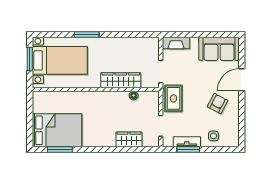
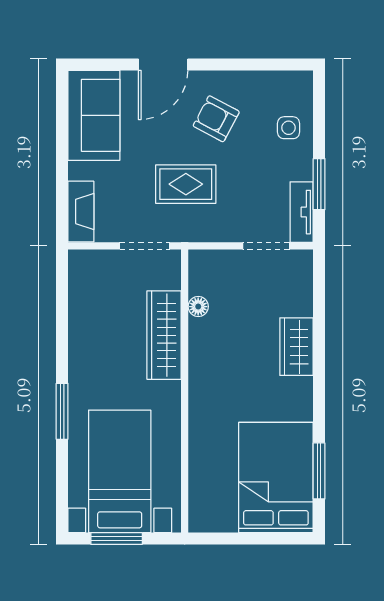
door: (242, 80) -> (163, 64), hinge flipped
rug: (174, 98) -> (186, 184), moved
wardrobe: (129, 139) -> (296, 347), moved
tv unit: (187, 142) -> (302, 212), moved

